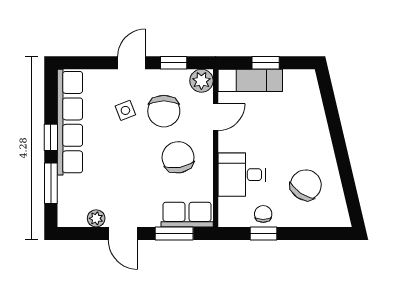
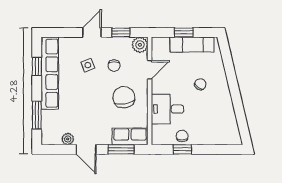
exam couch: (250, 80) -> (192, 45), moved
chair: (164, 111) -> (114, 66), width x0.54, depth x0.54
window: (51, 137) -> (37, 66), moved
chair: (306, 185) -> (200, 84), moved, width x0.54, depth x0.54

